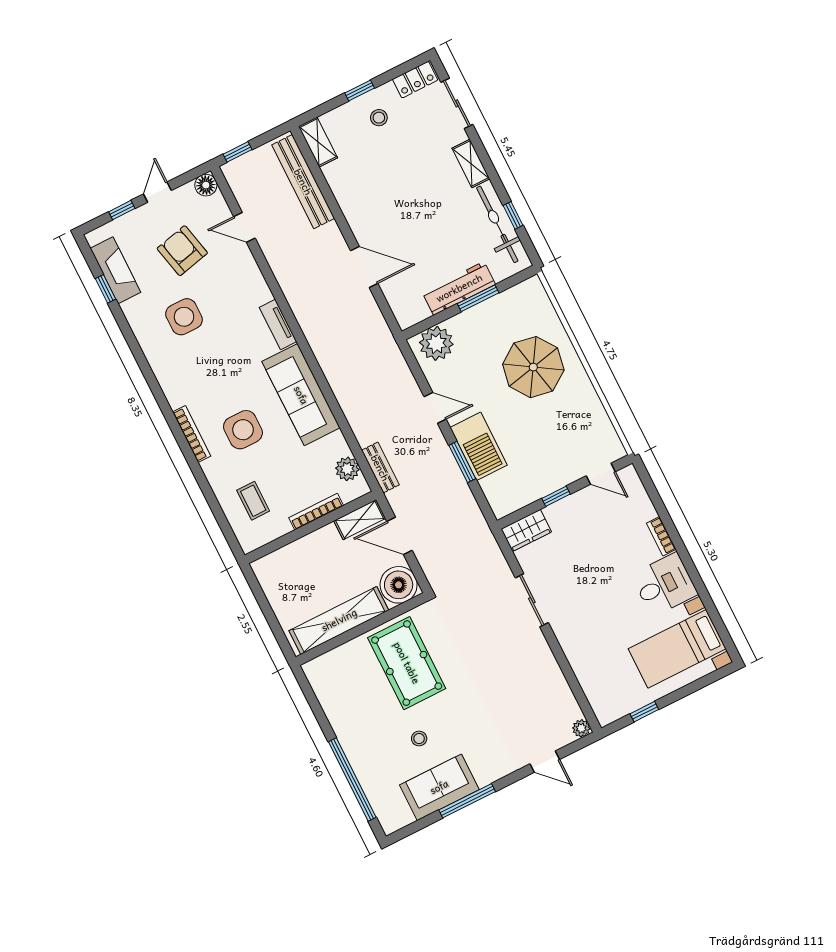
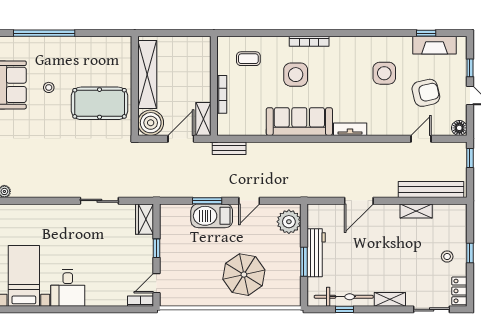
shelving: (318, 142) -> (416, 211), moved
plant: (347, 469) -> (239, 127), removed
bookcase: (661, 536) -> (140, 301), moved

